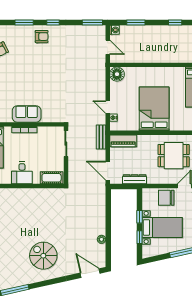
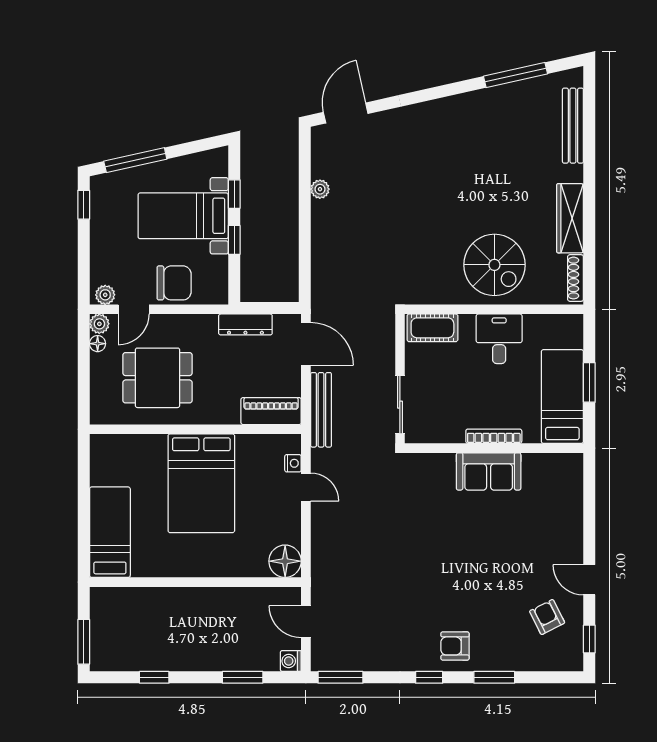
bench: (101, 137) -> (321, 410), width x1.36
spiral stairs: (43, 256) -> (494, 265), moved
door: (90, 273) -> (346, 113), swing flipped

